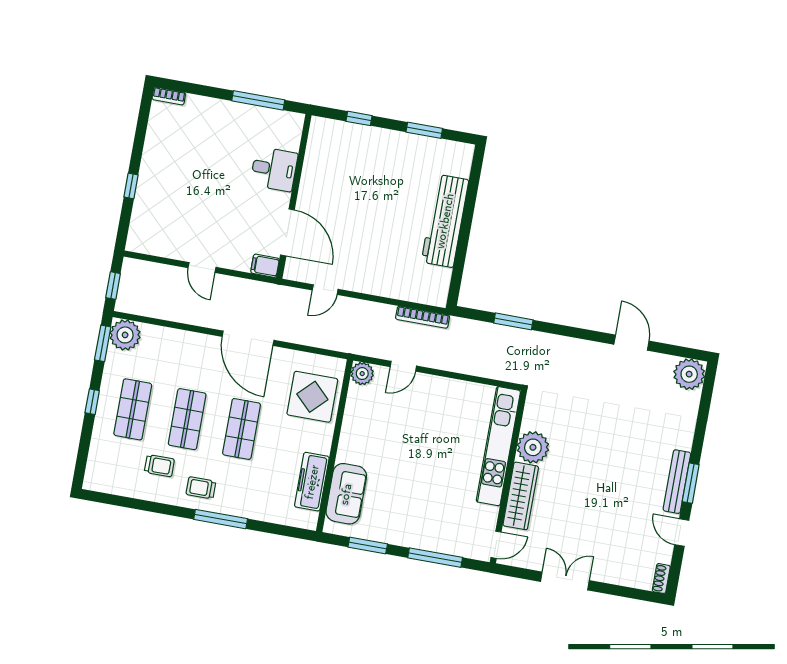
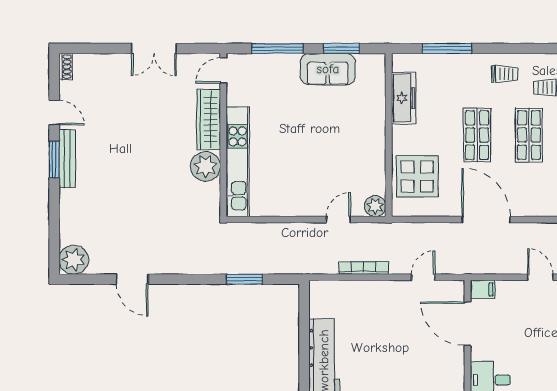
bookcase: (423, 317) -> (364, 268), moved
sofa: (346, 494) -> (328, 69), moved, turned -90
window: (221, 519) -> (447, 49), moved

